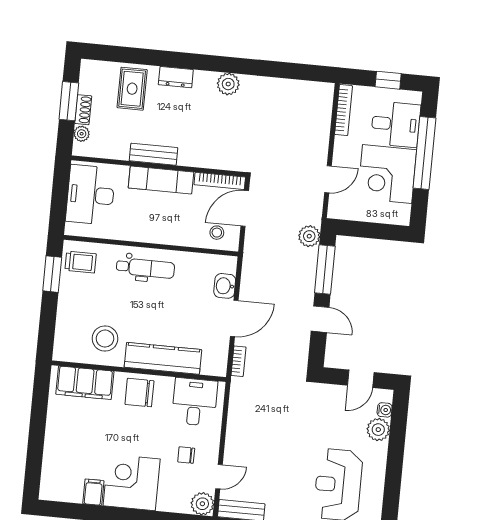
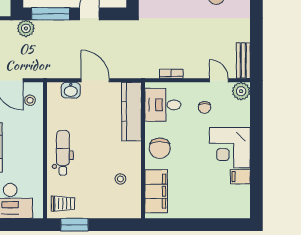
trolley: (81, 262) -> (63, 204), turned 90
stool: (105, 339) -> (120, 179), width x0.53, depth x0.53
kitchen counter: (163, 358) -> (131, 112), moved
bookcase: (239, 361) -> (171, 74), moved

